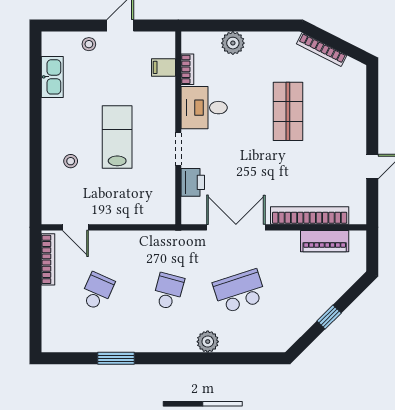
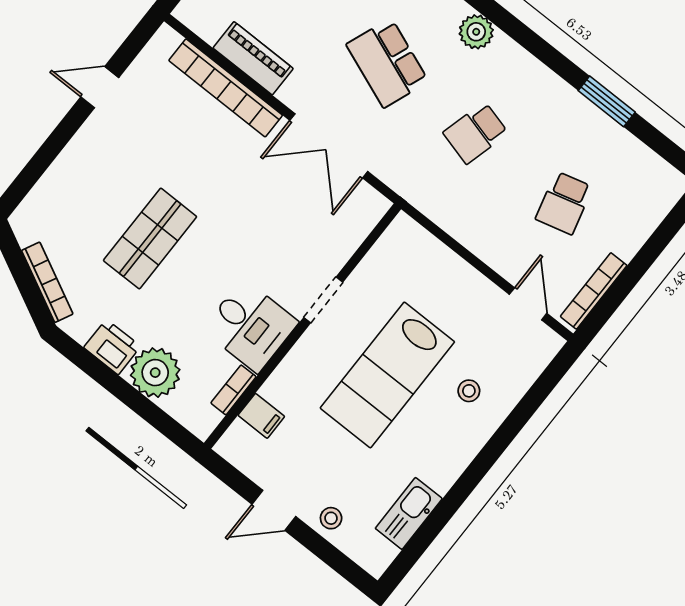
plant: (233, 43) -> (155, 373), width x1.36, depth x1.36
lab bench: (117, 137) -> (387, 375), width x1.36, depth x1.39
printer: (193, 182) -> (112, 347), moved, turned 90
piano: (325, 241) -> (253, 58), moved
school desk: (97, 291) -> (564, 203), turned -39
school desk: (239, 291) -> (387, 63), turned 39

